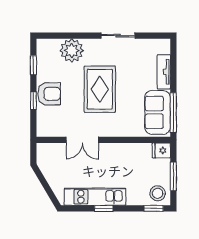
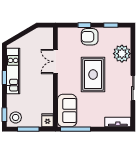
tv unit: (164, 72) -> (118, 122), moved
rug: (100, 89) -> (93, 75), turned 90
armchair: (49, 94) -> (90, 37), turned 90
sofa: (158, 112) -> (67, 111), moved, turned 90

